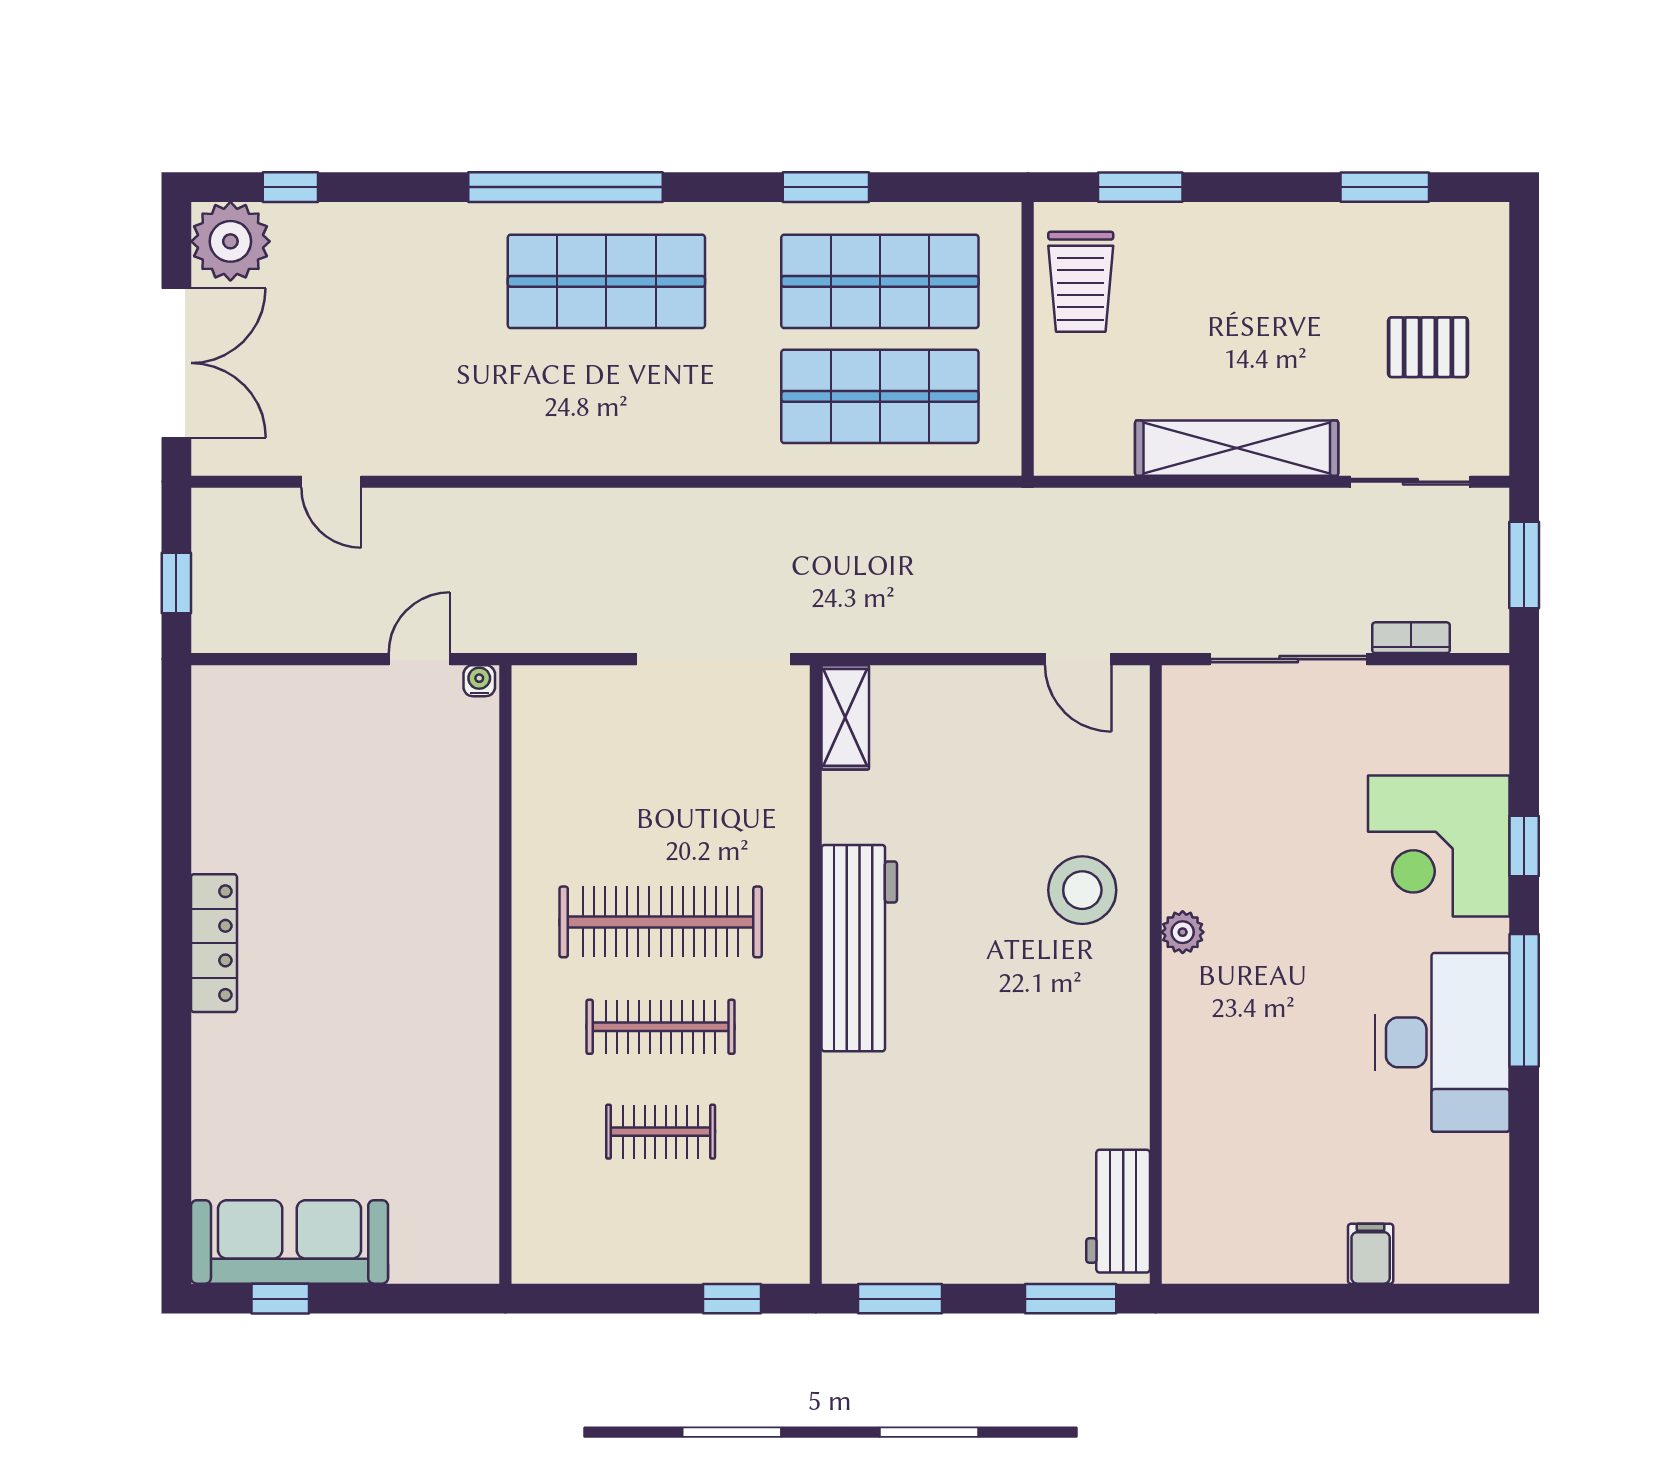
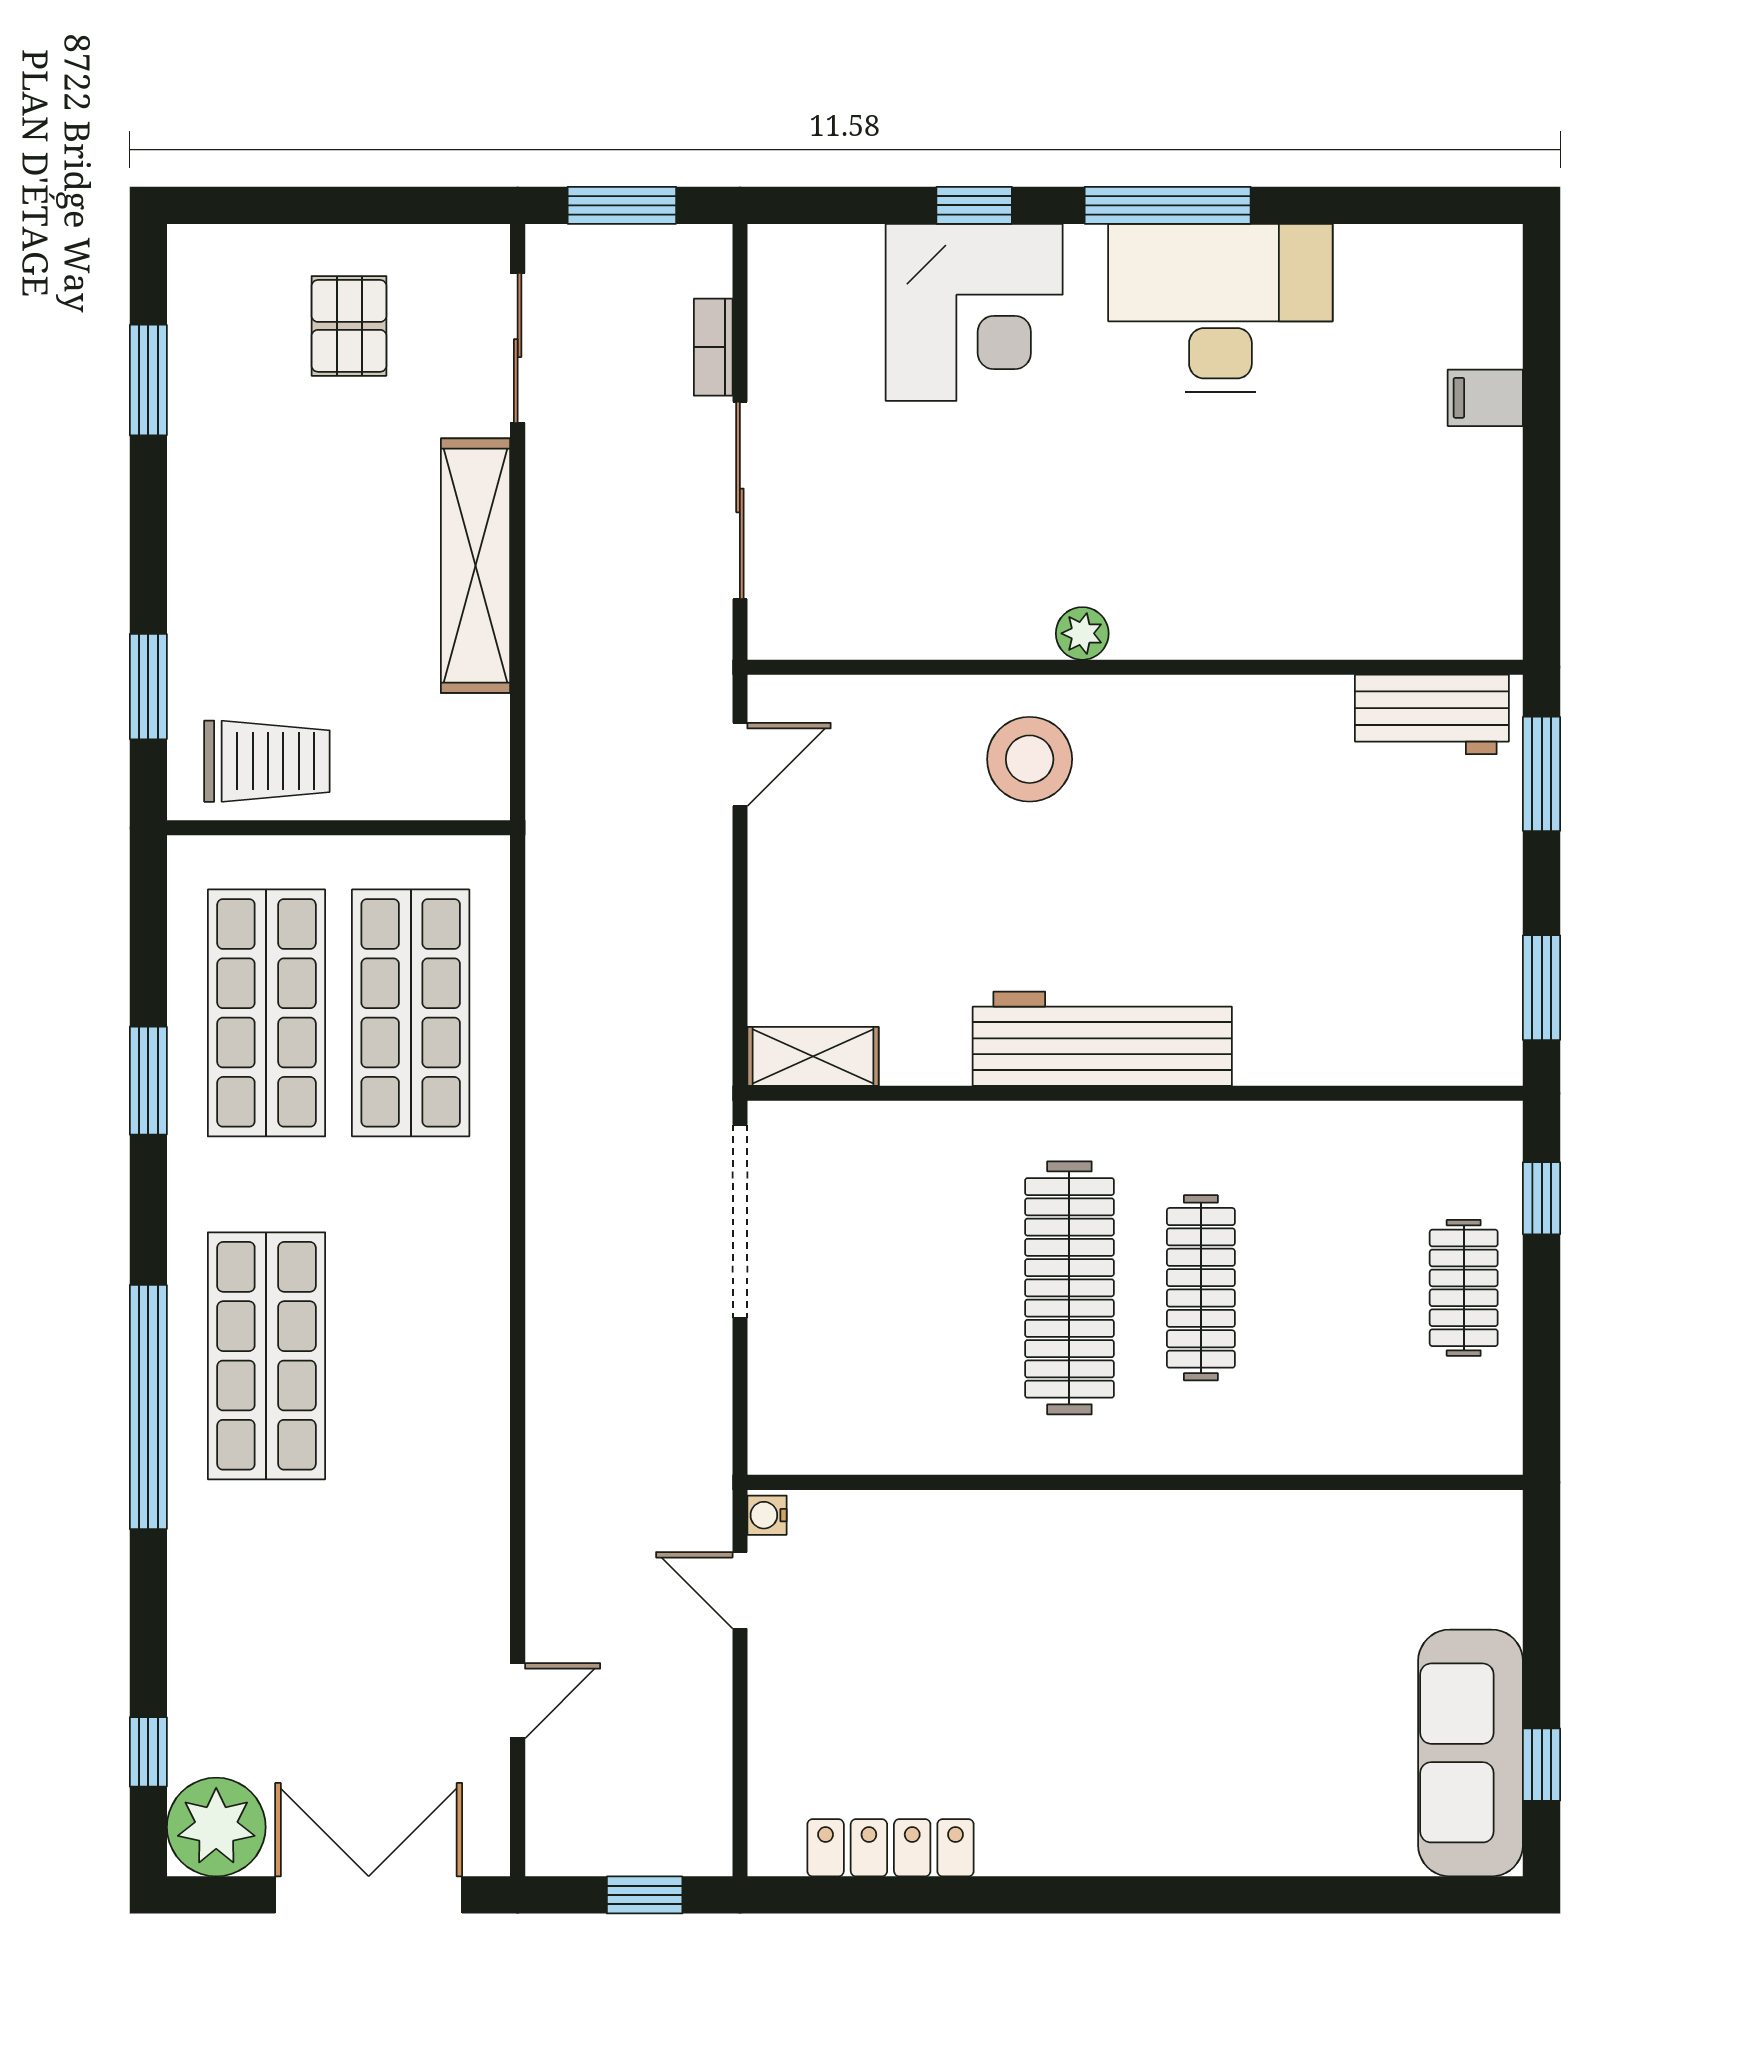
locker: (214, 943) -> (891, 1848), moved
clothes rail: (661, 1132) -> (1464, 1288), moved

